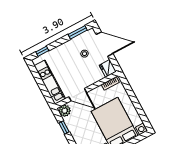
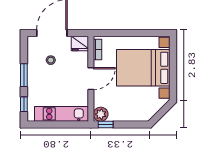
window: (78, 32) -> (24, 75), moved
door: (78, 95) -> (91, 79), moved
window: (64, 127) -> (106, 125), moved

